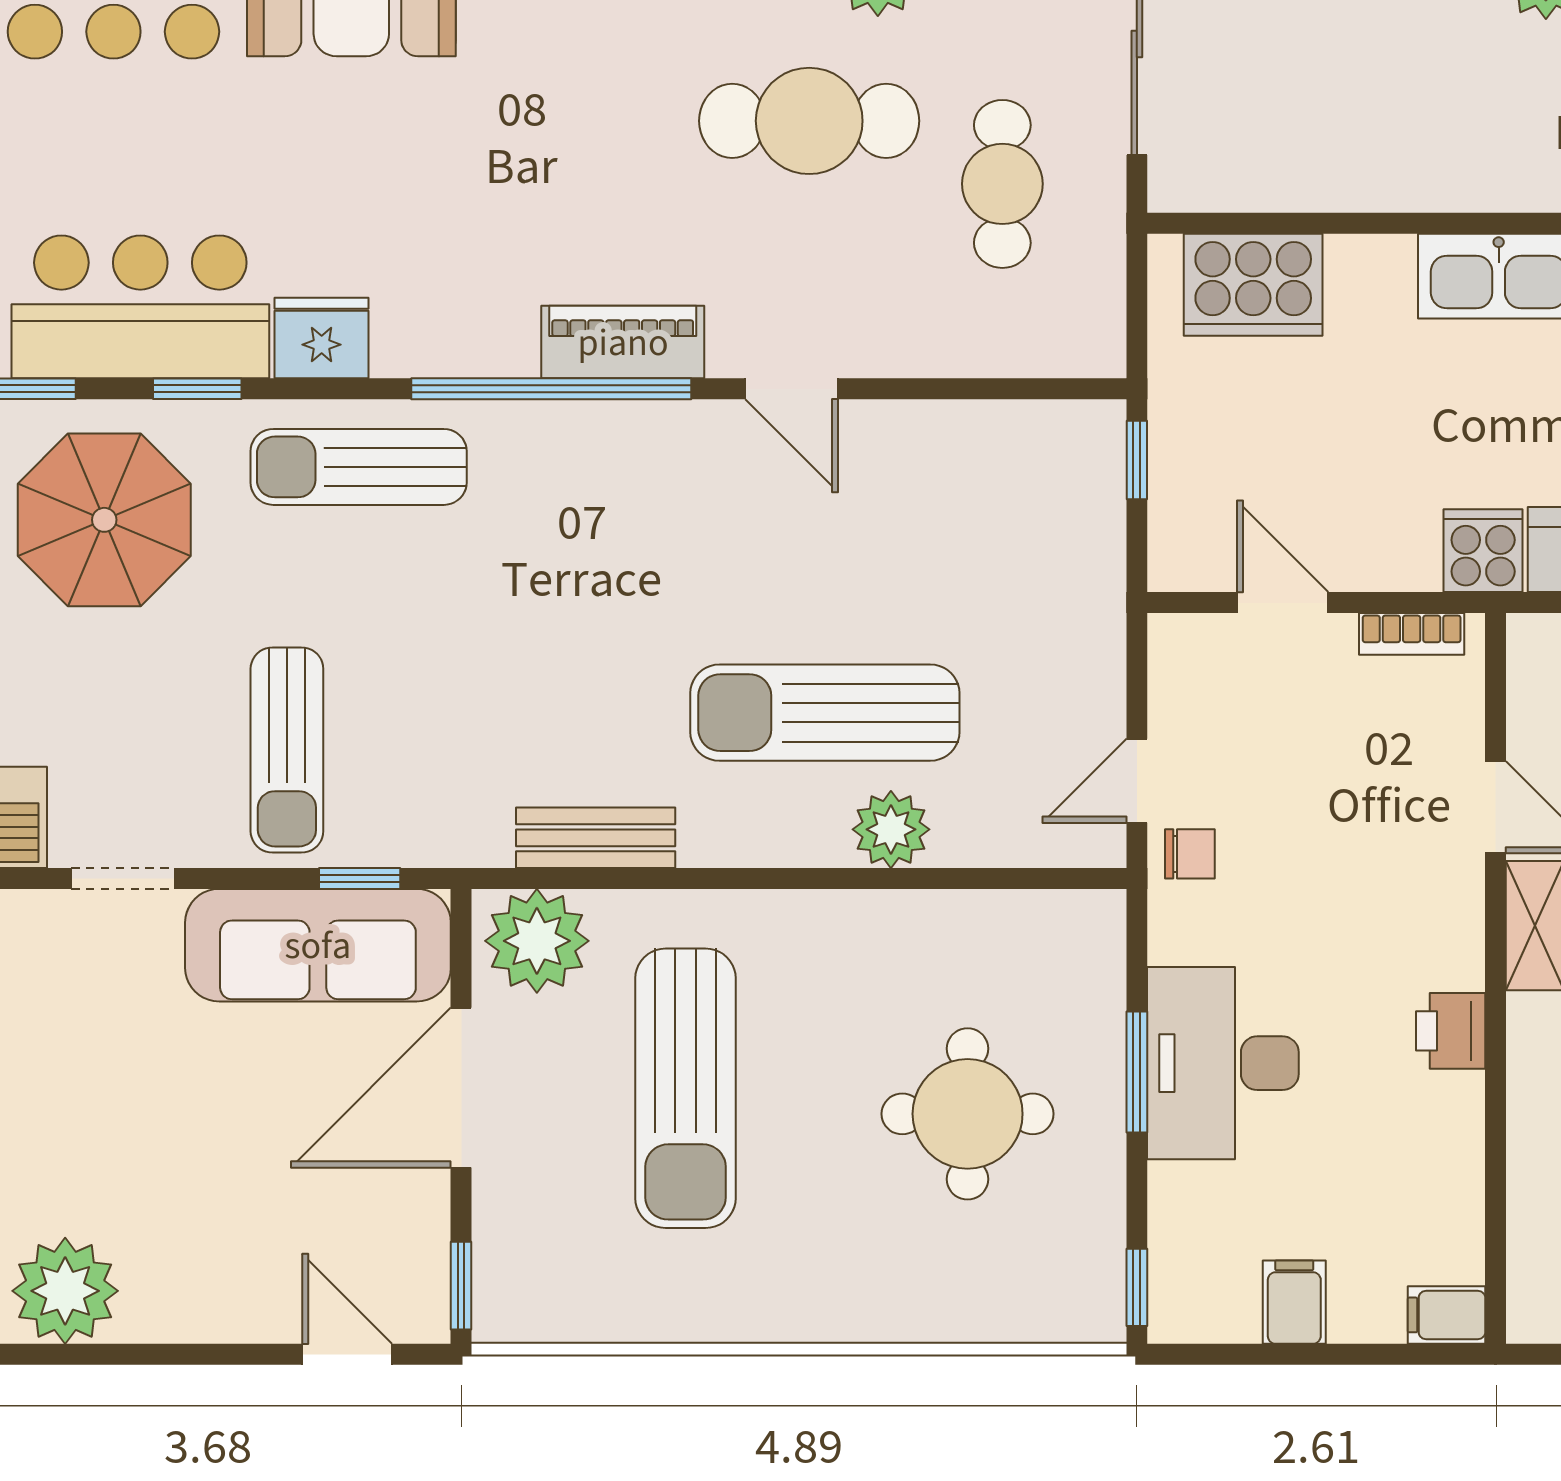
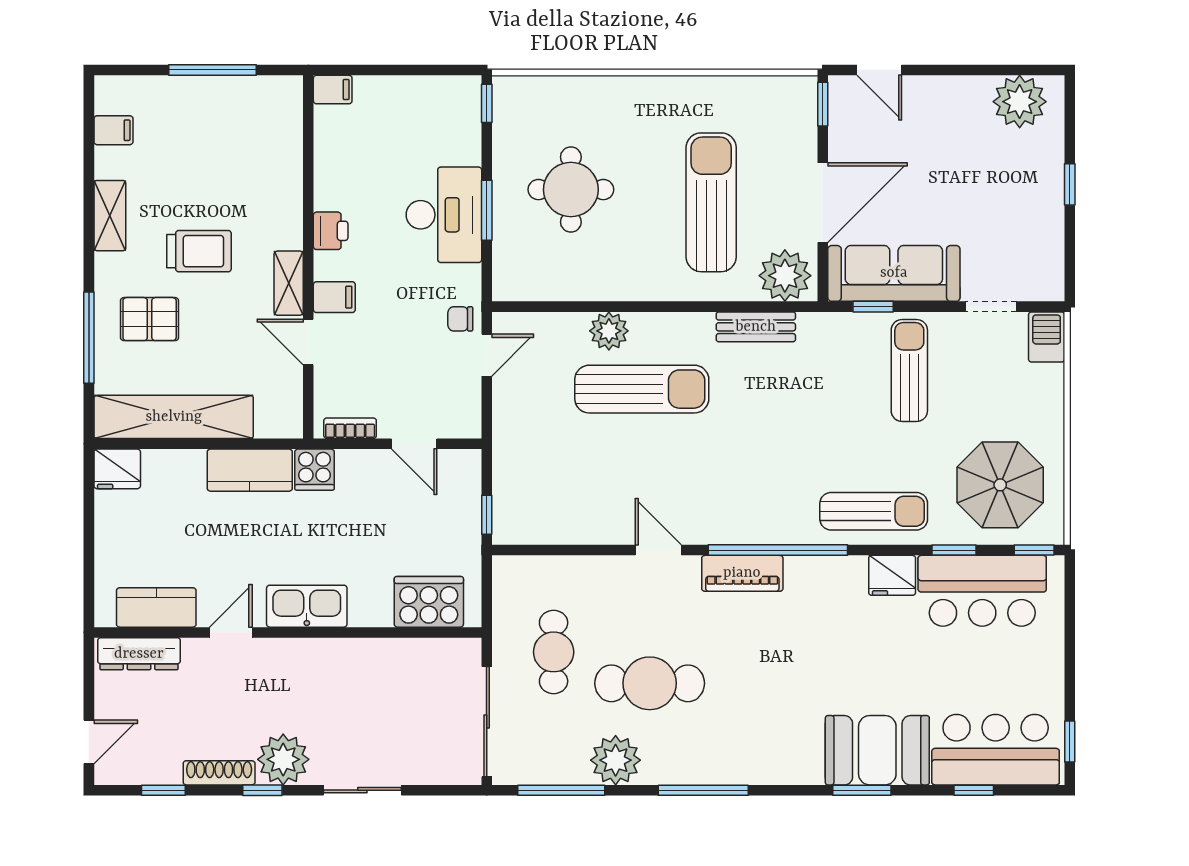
filing cabinet: (1294, 1302) -> (334, 297), moved, turned -90

